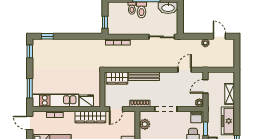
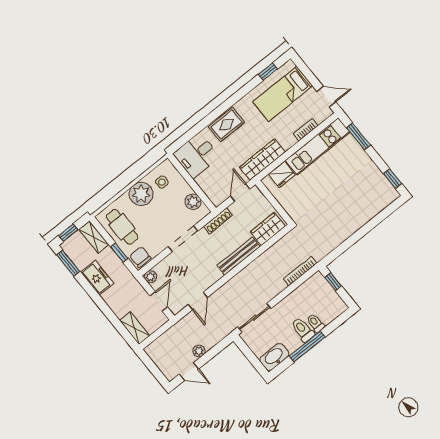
window: (47, 36) -> (386, 212), removed
shelving: (230, 94) -> (135, 328), moved
freezer: (228, 121) -> (97, 278), width x0.71

